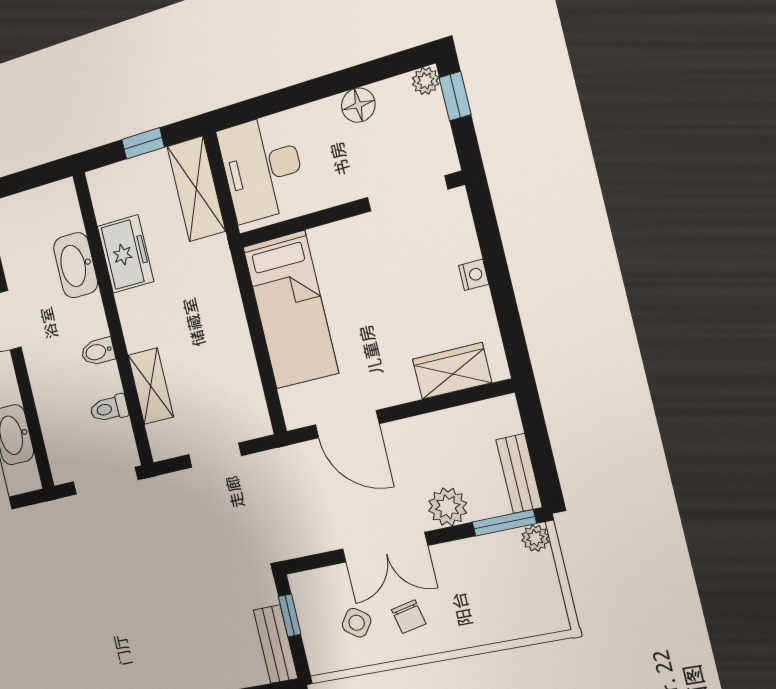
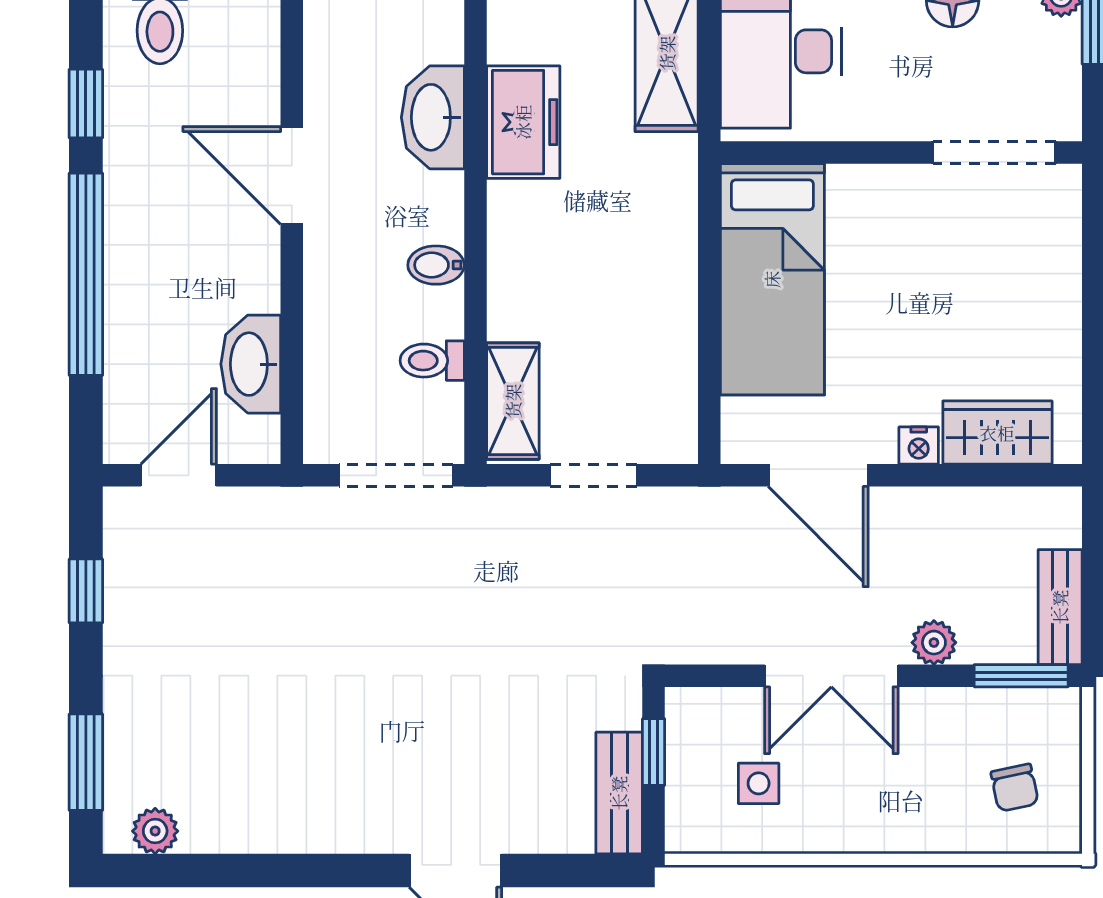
nightstand: (474, 275) -> (919, 446), moved, turned 90
shelving: (151, 386) -> (513, 401), moved
plant: (448, 507) -> (934, 643), width x0.73, depth x0.73
plant: (535, 538) -> (1061, 708), removed
chair: (409, 617) -> (1015, 788), moved
side table: (357, 623) -> (759, 783), turned -36

